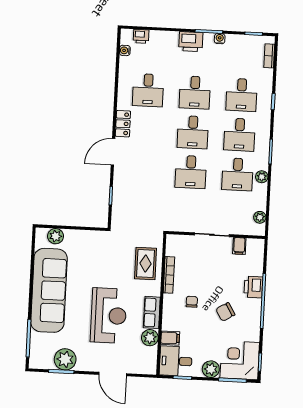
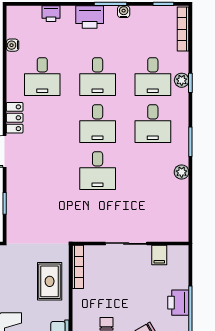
printer: (141, 36) -> (51, 14), moved
water cooler: (125, 50) -> (13, 45), moved
bookcase: (269, 56) -> (183, 29), width x1.56
desk: (238, 174) -> (153, 171), removed
plant: (260, 217) -> (182, 80), moved
bookcase: (169, 275) -> (78, 267), moved

